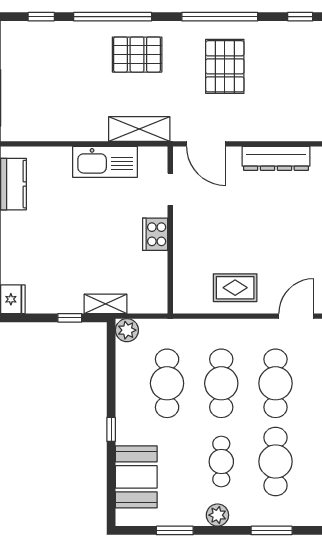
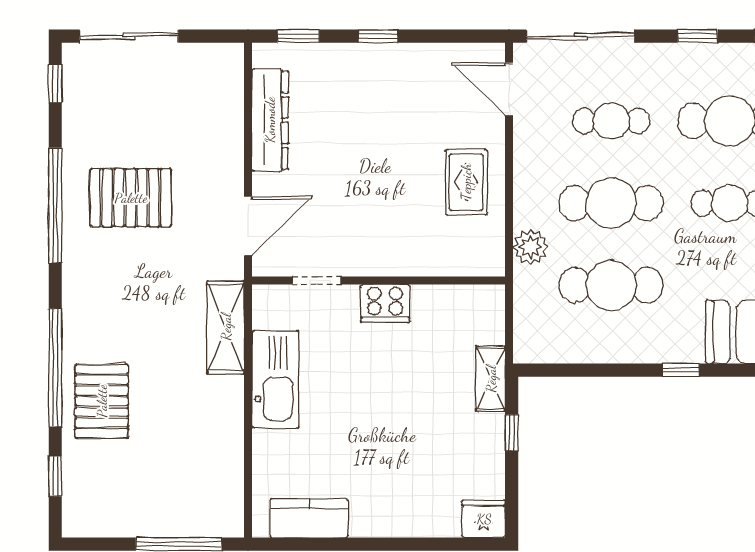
pallet: (137, 55) -> (102, 401), moved
plant: (127, 330) -> (531, 247), moved
cafe table: (276, 383) -> (611, 121), width x0.73, depth x0.74

